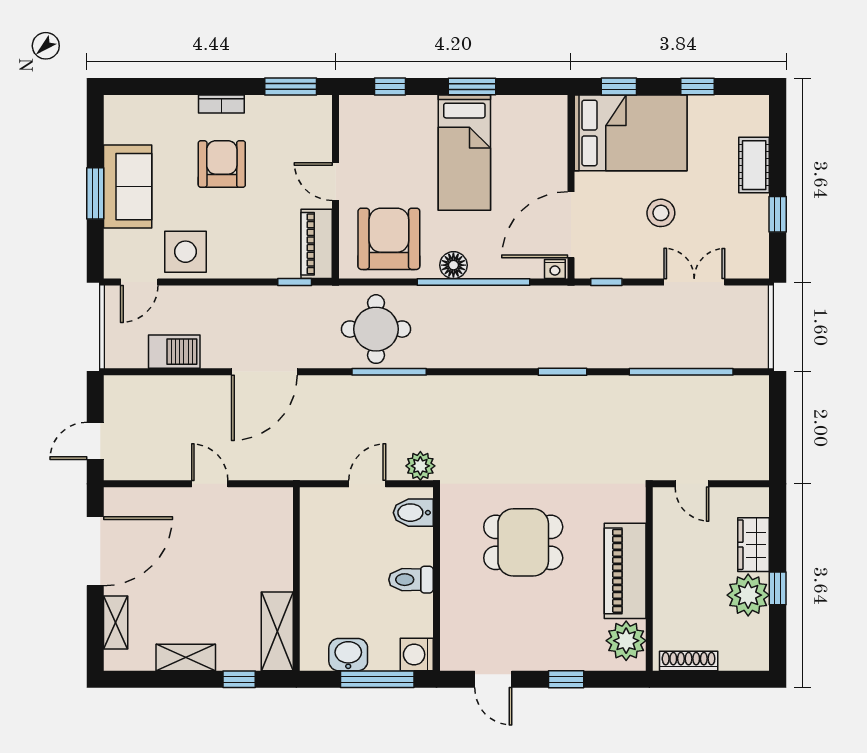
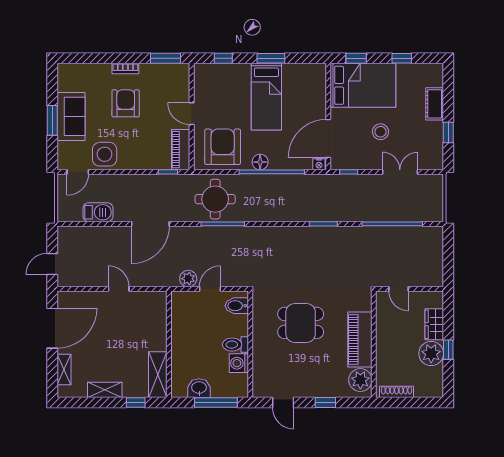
plant: (420, 466) -> (188, 279), moved
washing machine: (417, 655) -> (239, 363), moved

